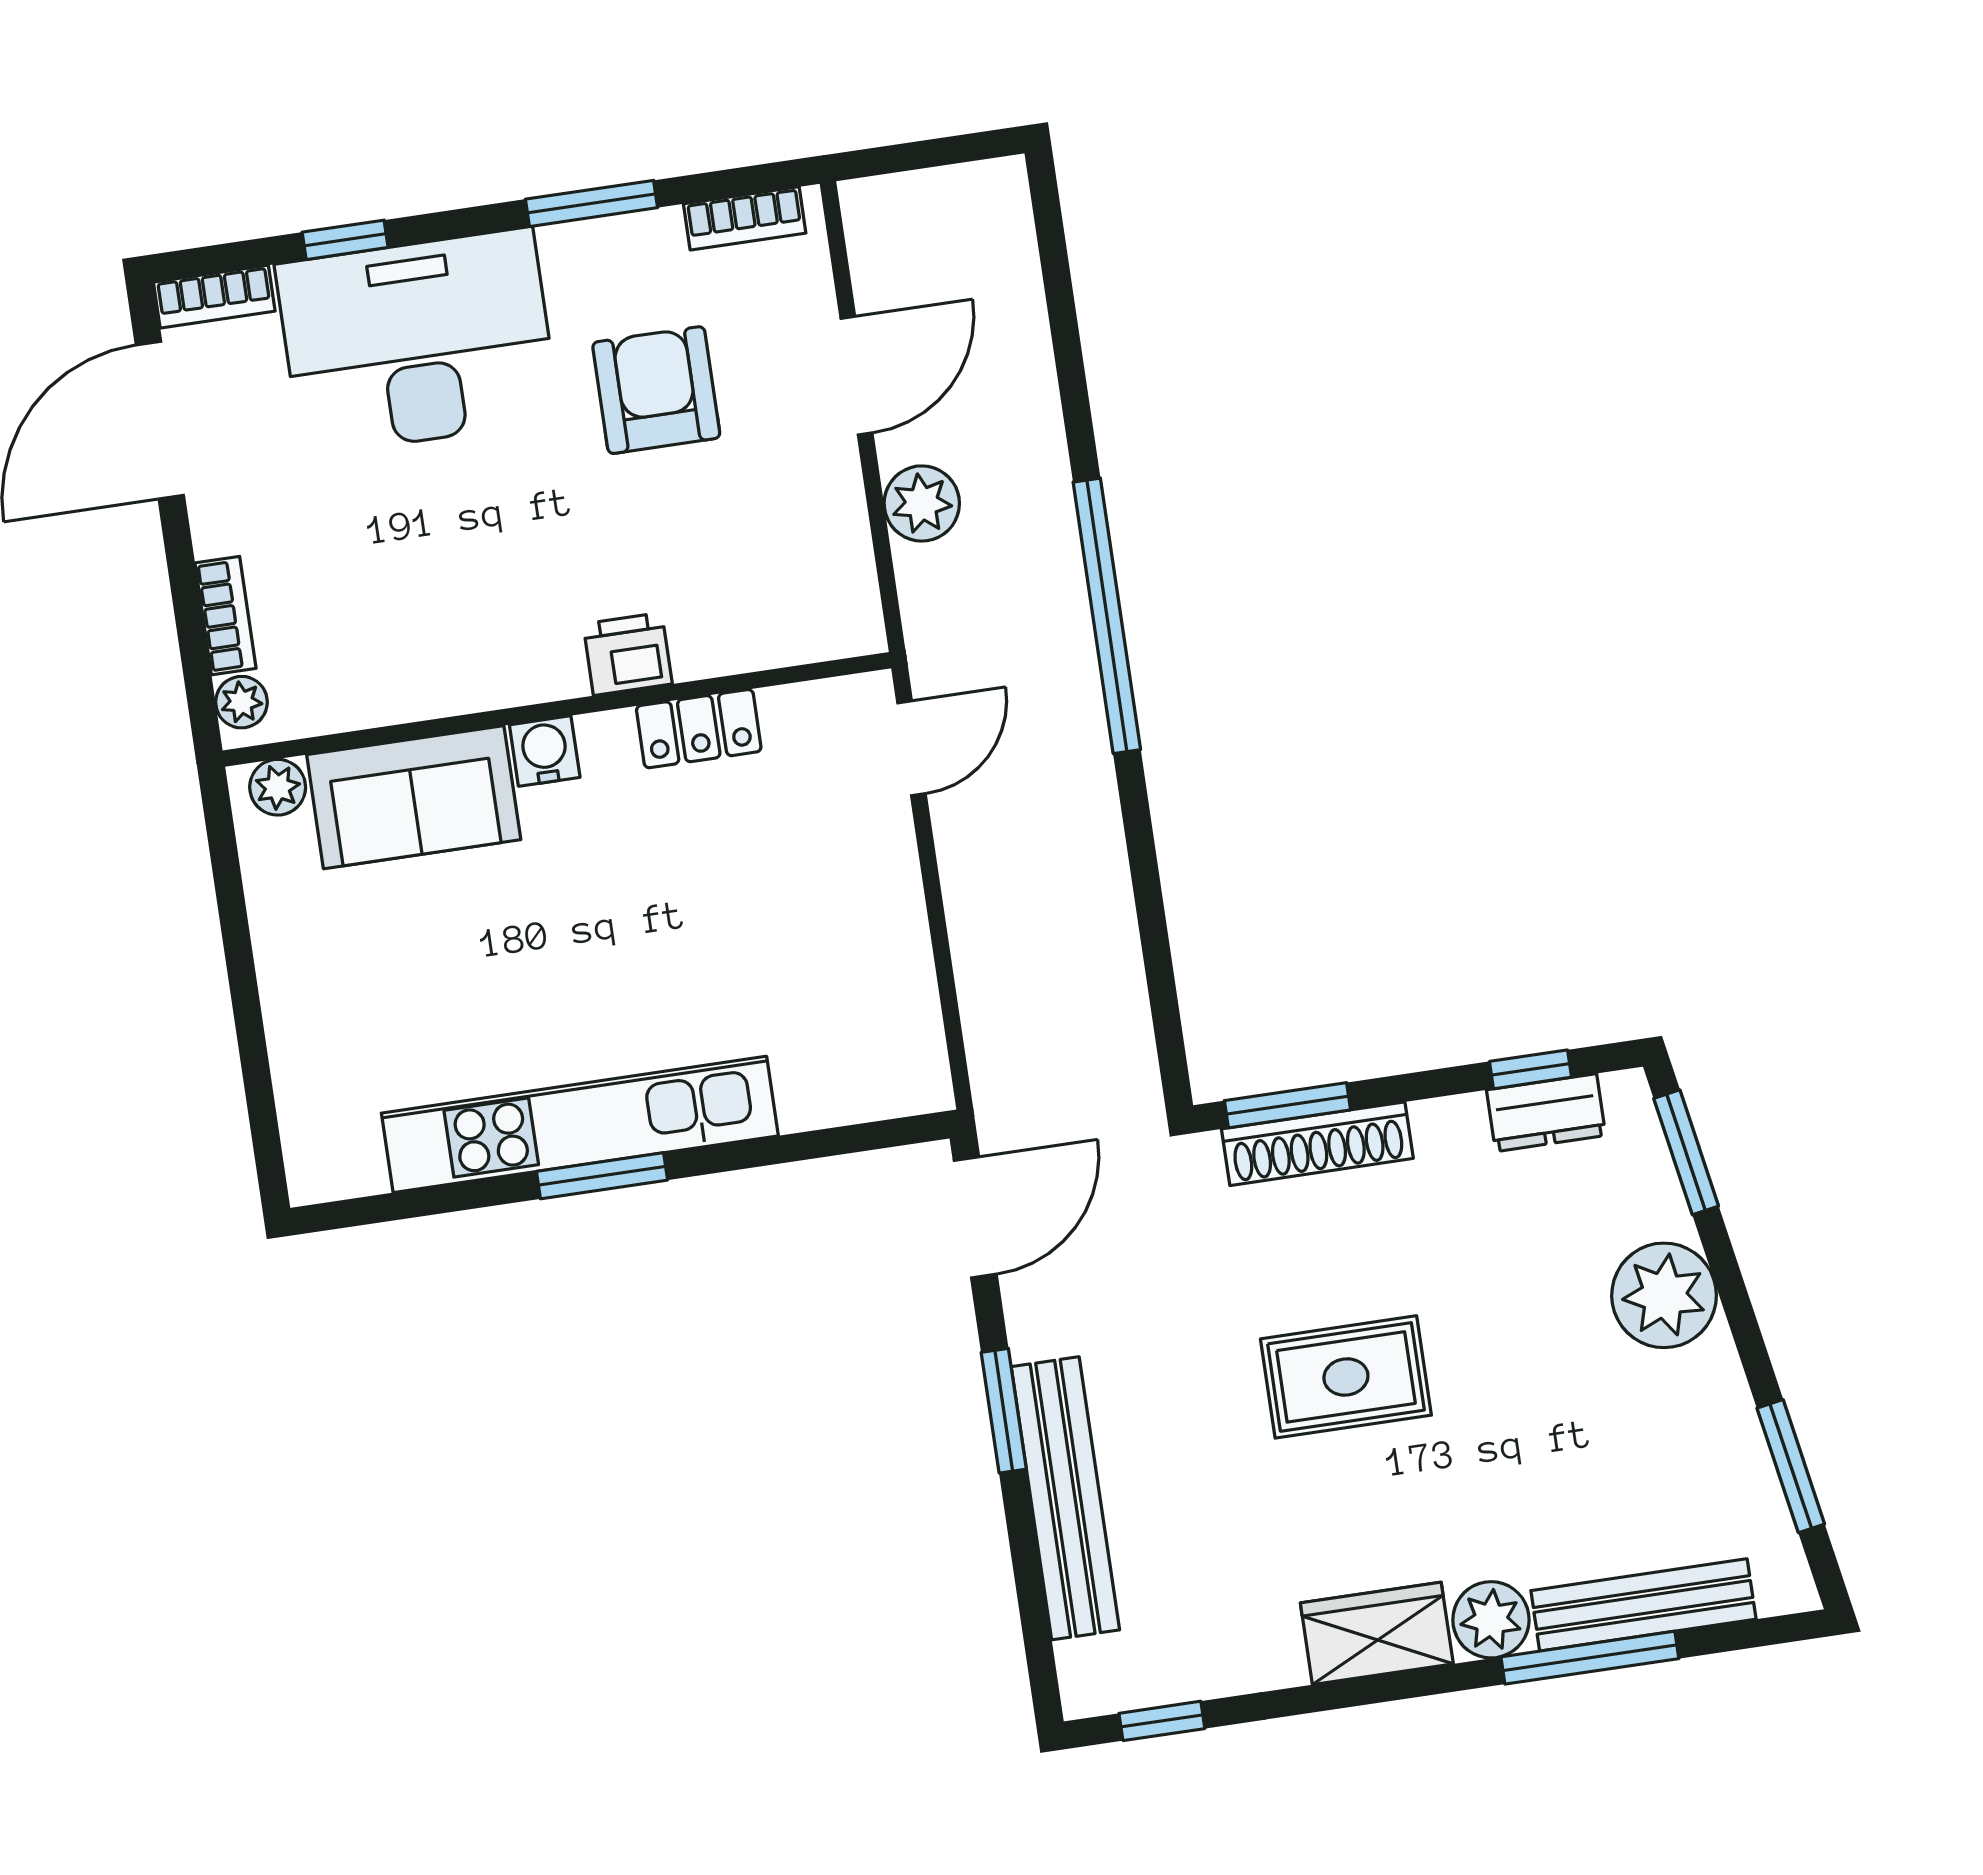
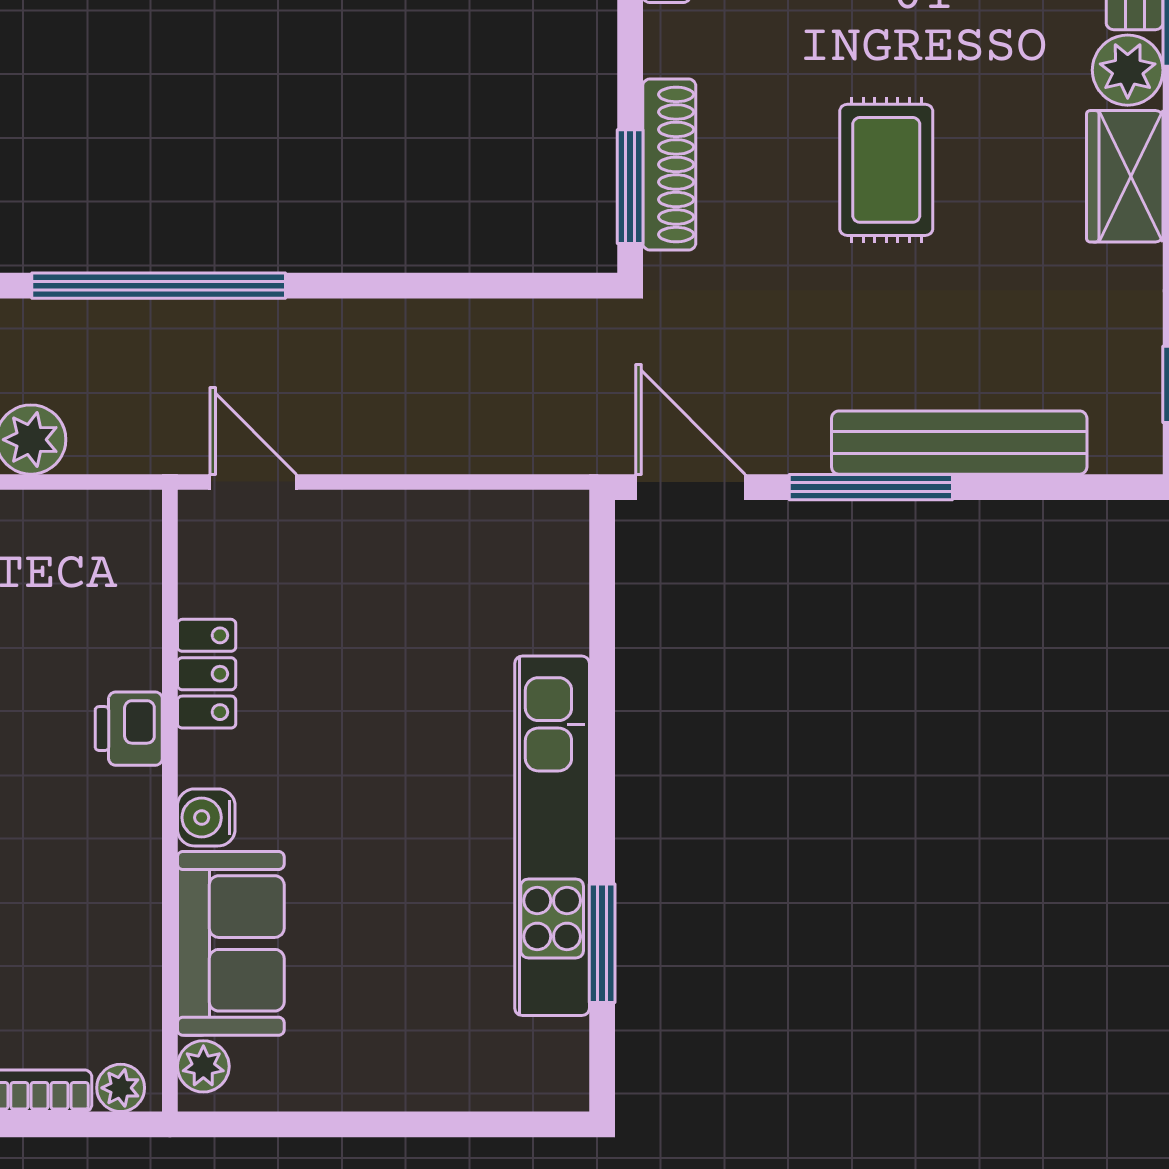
window: (602, 1176) -> (602, 943), moved
window: (1004, 1411) -> (871, 487), width x1.44

